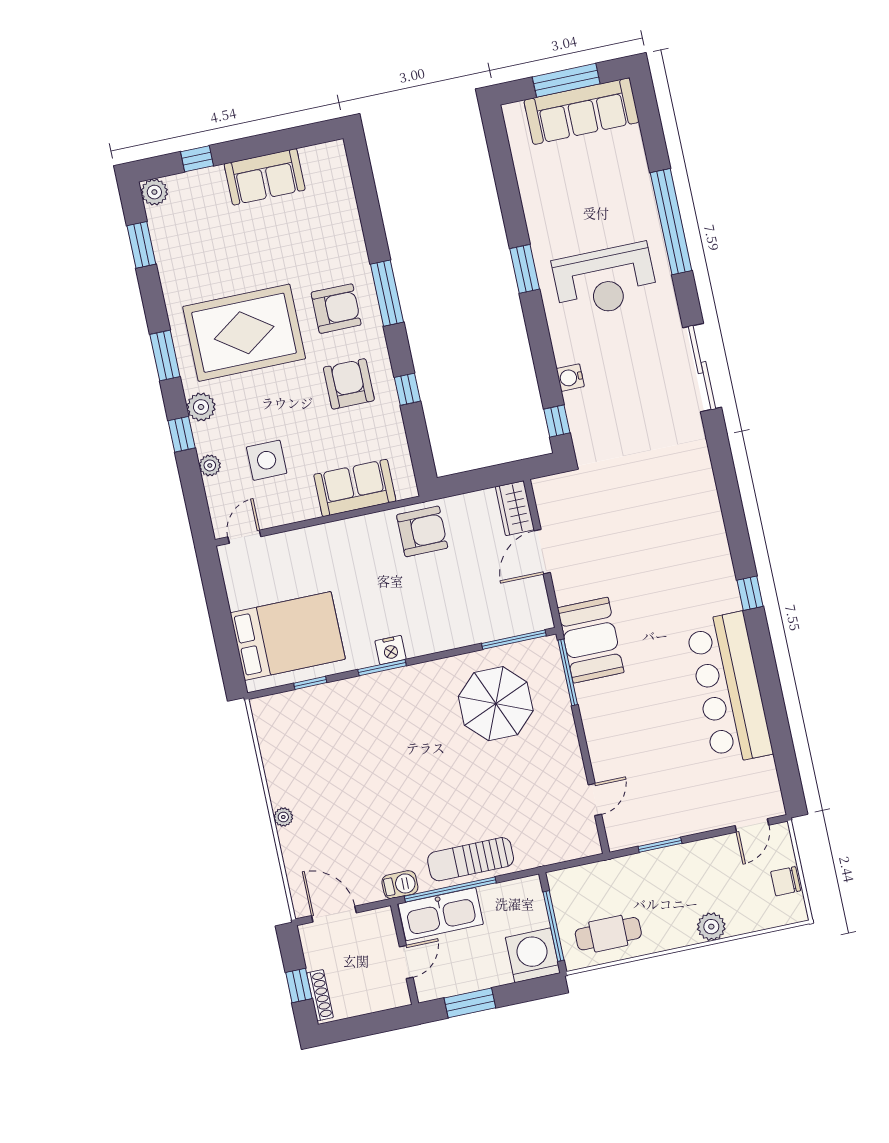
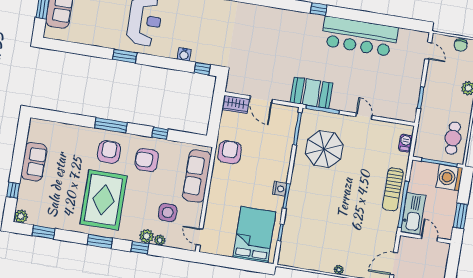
plant: (201, 407) -> (146, 236), moved
sofa: (355, 488) -> (197, 176), width x1.36
door: (595, 800) -> (364, 116), moved
barbecue: (400, 885) -> (405, 143), moved

